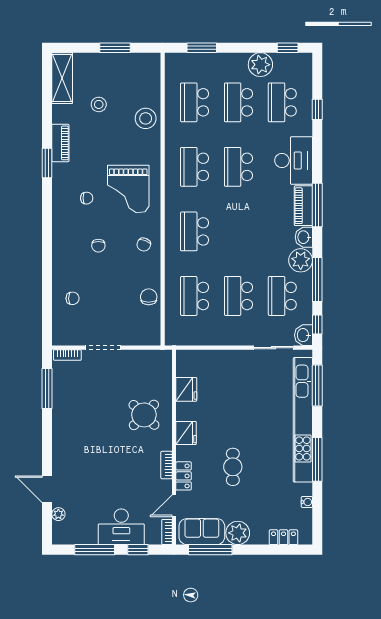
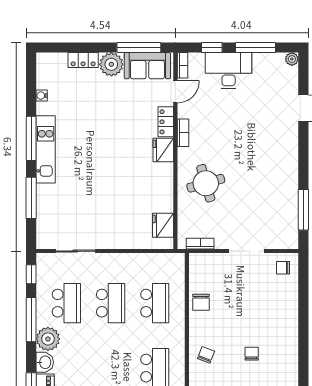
chair: (73, 298) -> (283, 268), moved
washbasin: (303, 335) -> (45, 264), removed
bookcase: (67, 355) -> (200, 244), moved
window: (317, 386) -> (31, 198), moved
fridge: (186, 389) -> (163, 225), moved
round table: (144, 415) -> (206, 183), turned 30
kitchen unit: (303, 420) -> (46, 149), width x0.54
fridge: (186, 433) -> (163, 150), moved
cafe table: (233, 467) -> (116, 131), removed
plant: (58, 514) -> (292, 59), moved
locker: (283, 537) -> (83, 60), moved

